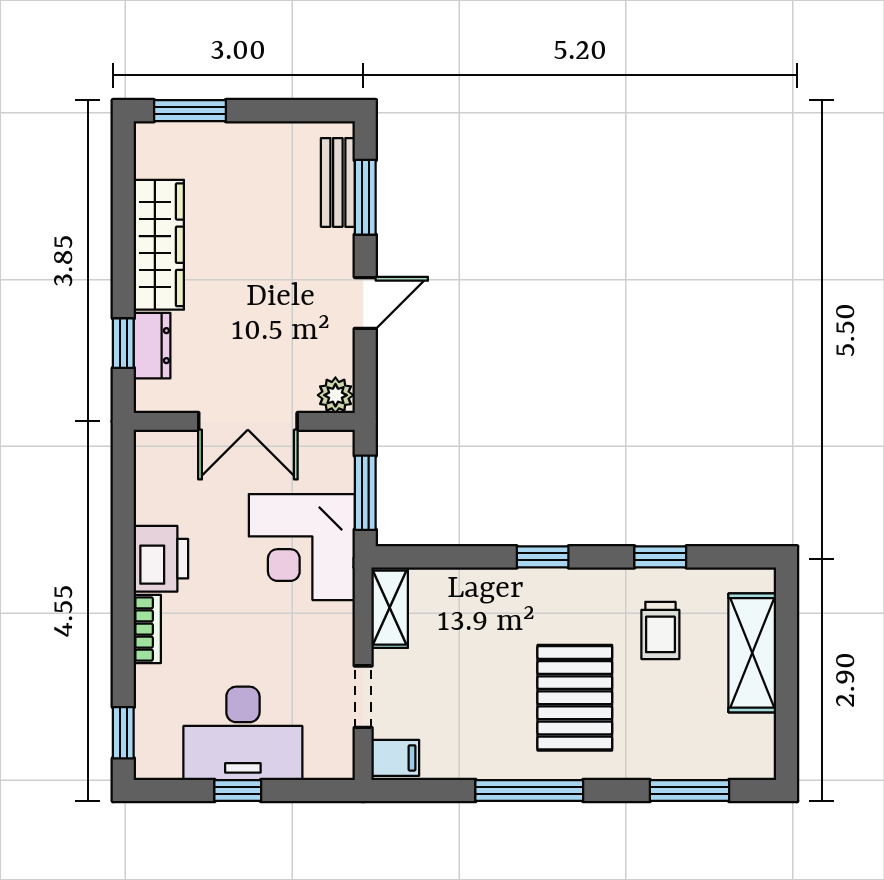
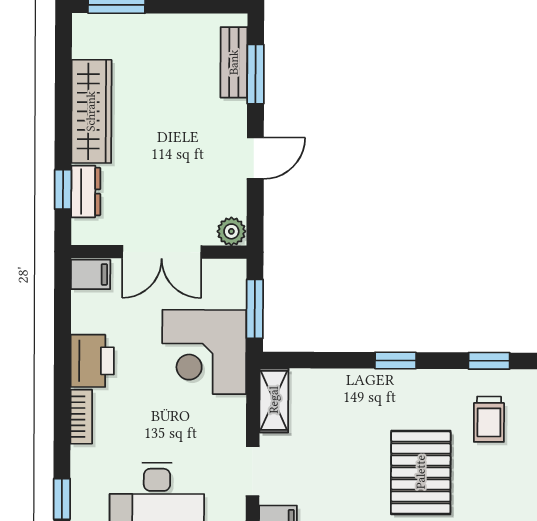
filing cabinet: (158, 450) -> (91, 274), added

